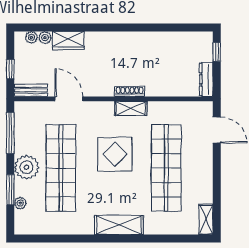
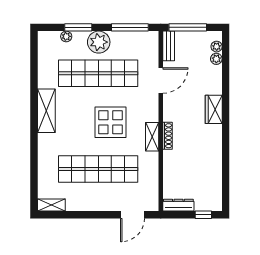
wardrobe: (68, 40) -> (214, 109), moved
window: (10, 69) -> (188, 27), width x2.17
shelving: (119, 225) -> (46, 111), moved

